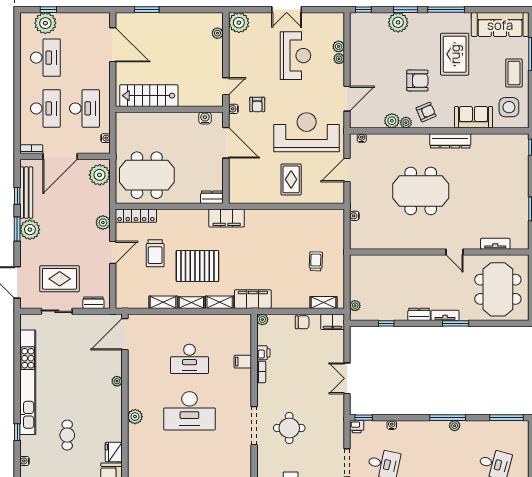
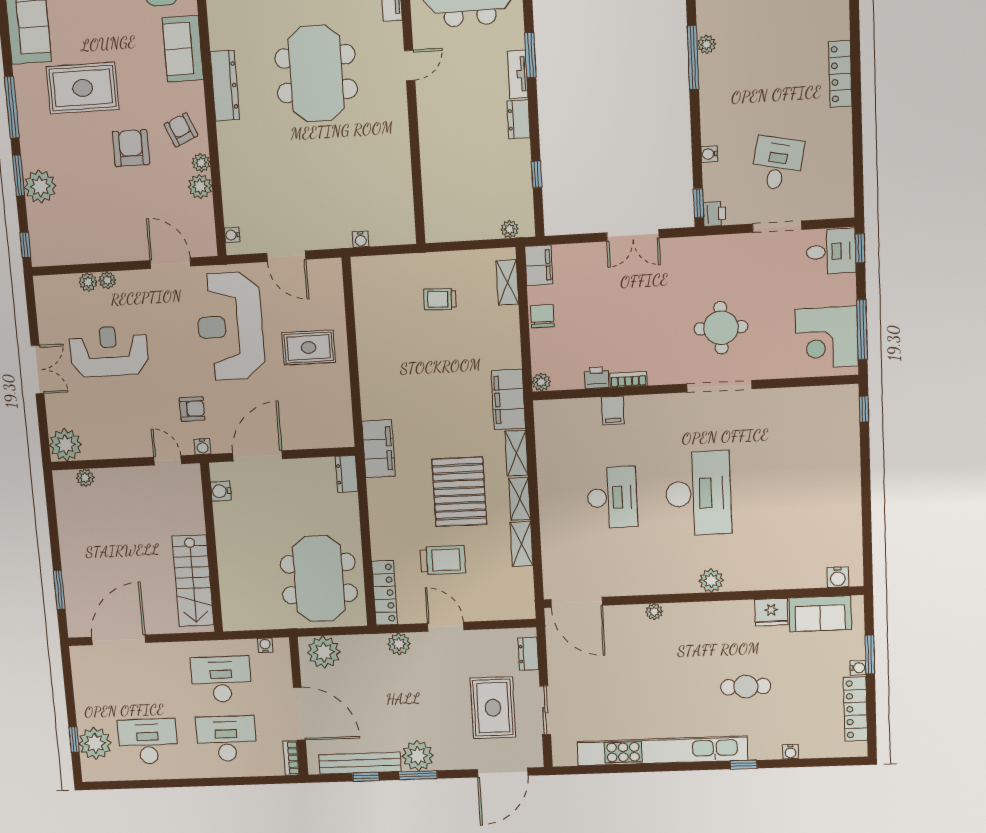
meeting table: (421, 191) -> (316, 74), moved

